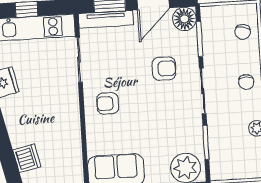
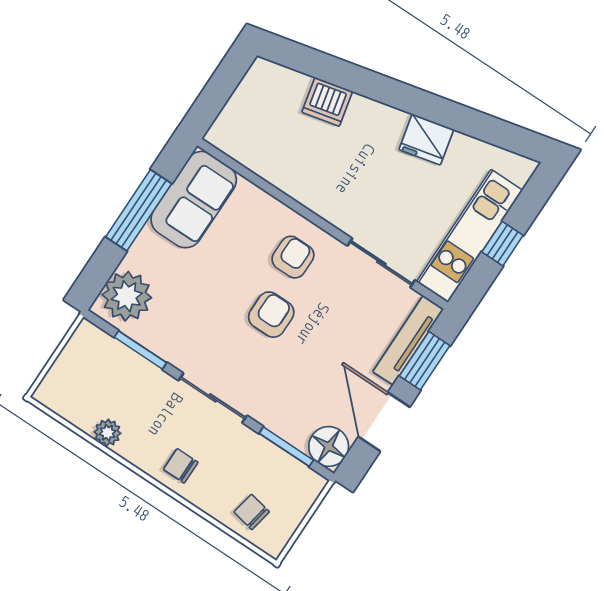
armchair: (164, 69) -> (271, 315), moved, turned 180
dishwasher: (27, 158) -> (327, 102), moved

